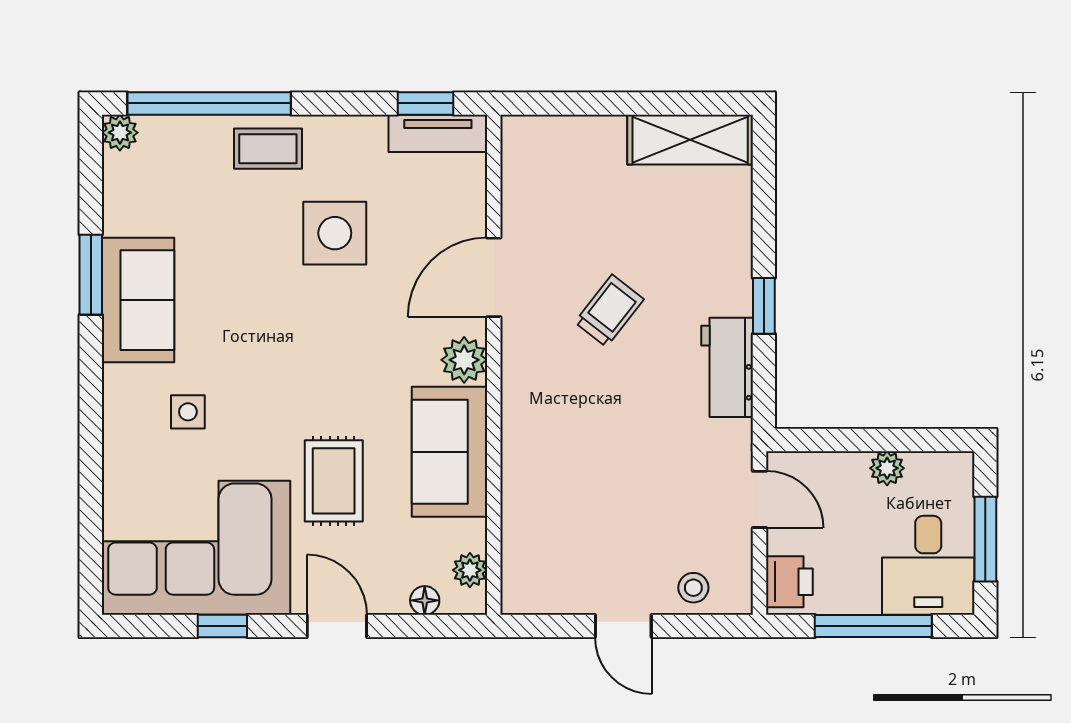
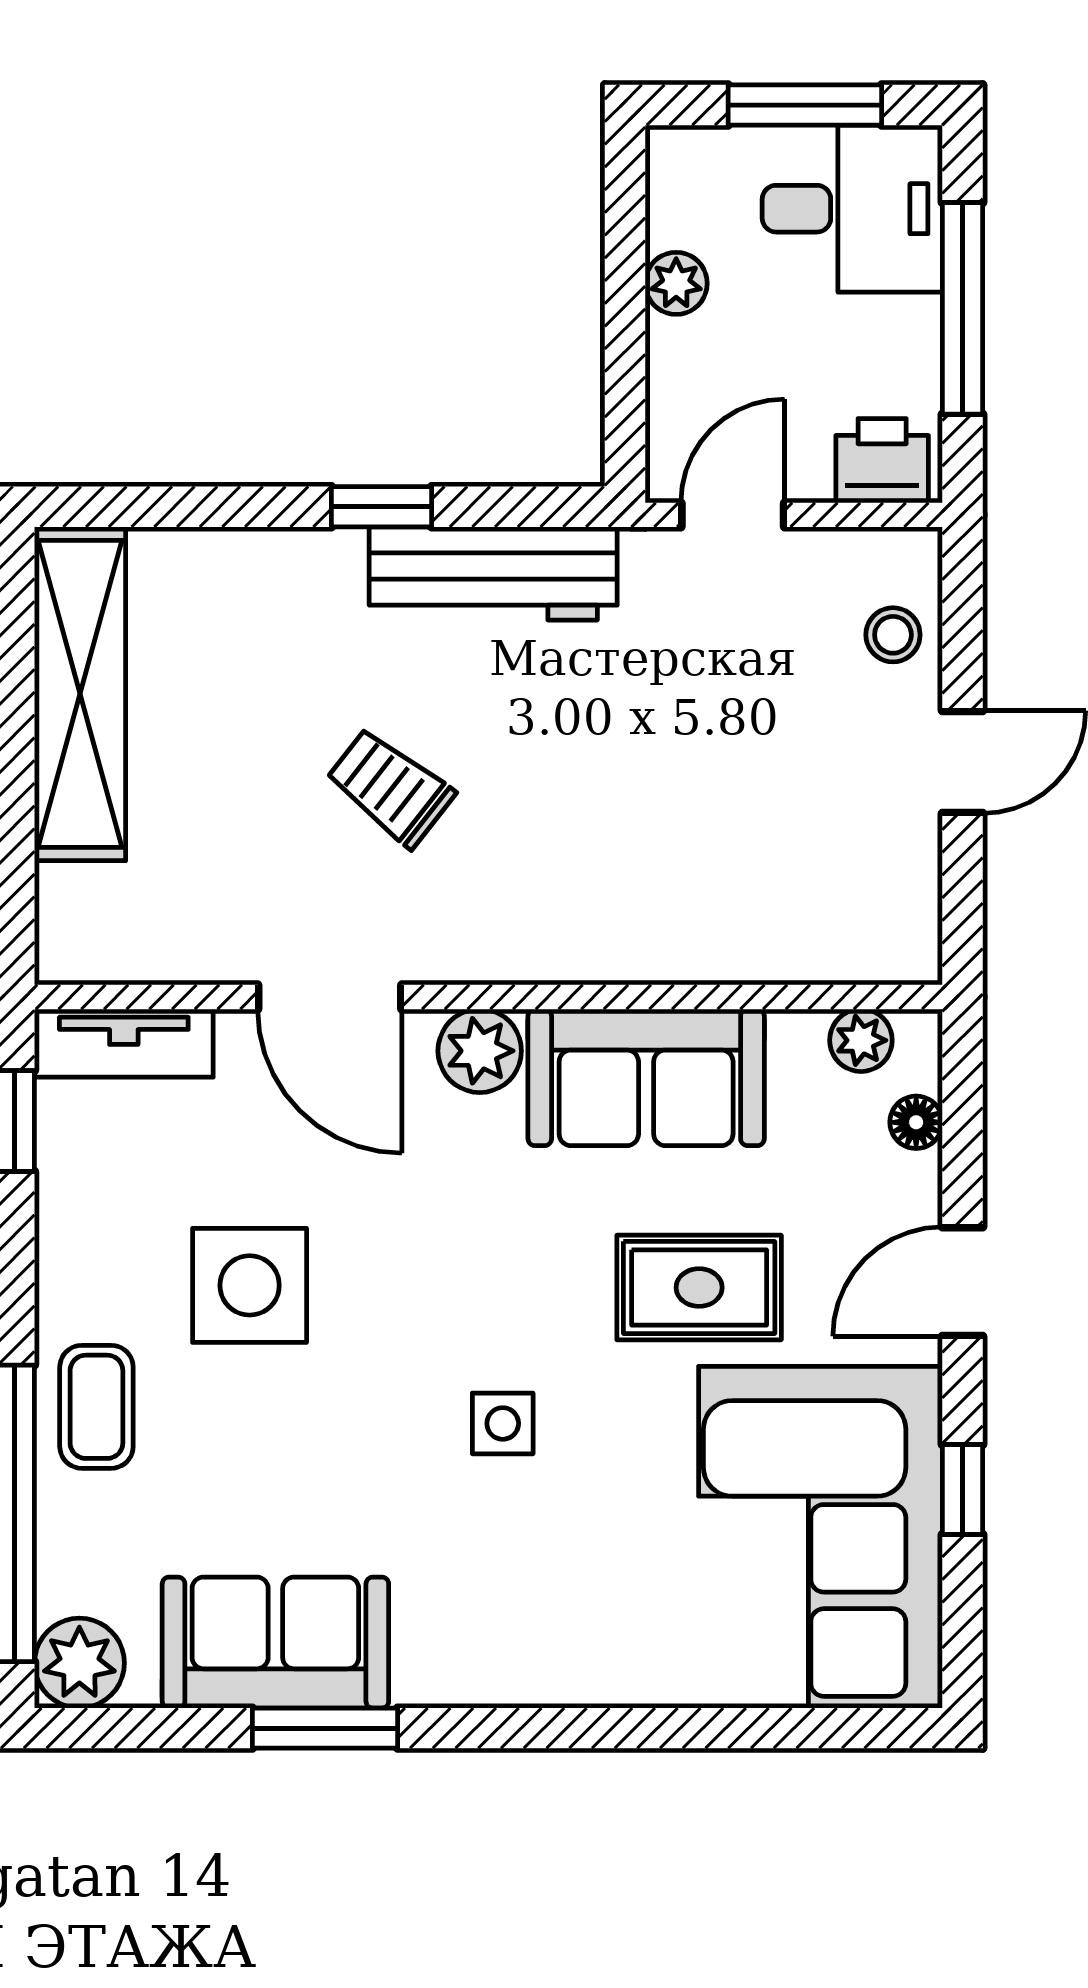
plant: (120, 133) -> (79, 1663), width x1.38, depth x1.38
tv unit: (438, 133) -> (124, 1043), moved, turned 90
shelving: (690, 140) -> (80, 694), width x1.47
sofa: (138, 300) -> (275, 1643), moved
workbench: (727, 367) -> (493, 573), width x1.38
side table: (188, 412) -> (503, 1423), moved

